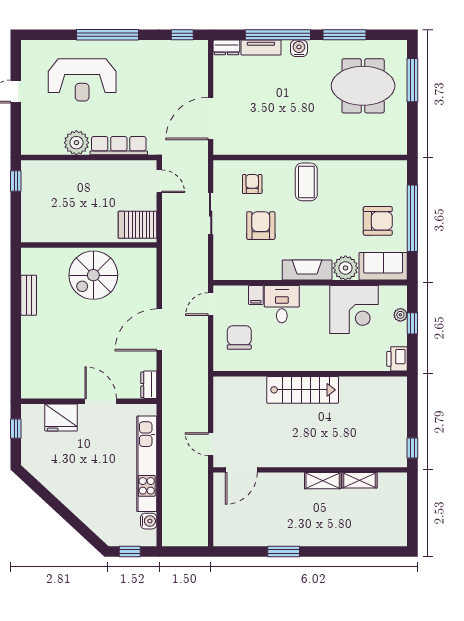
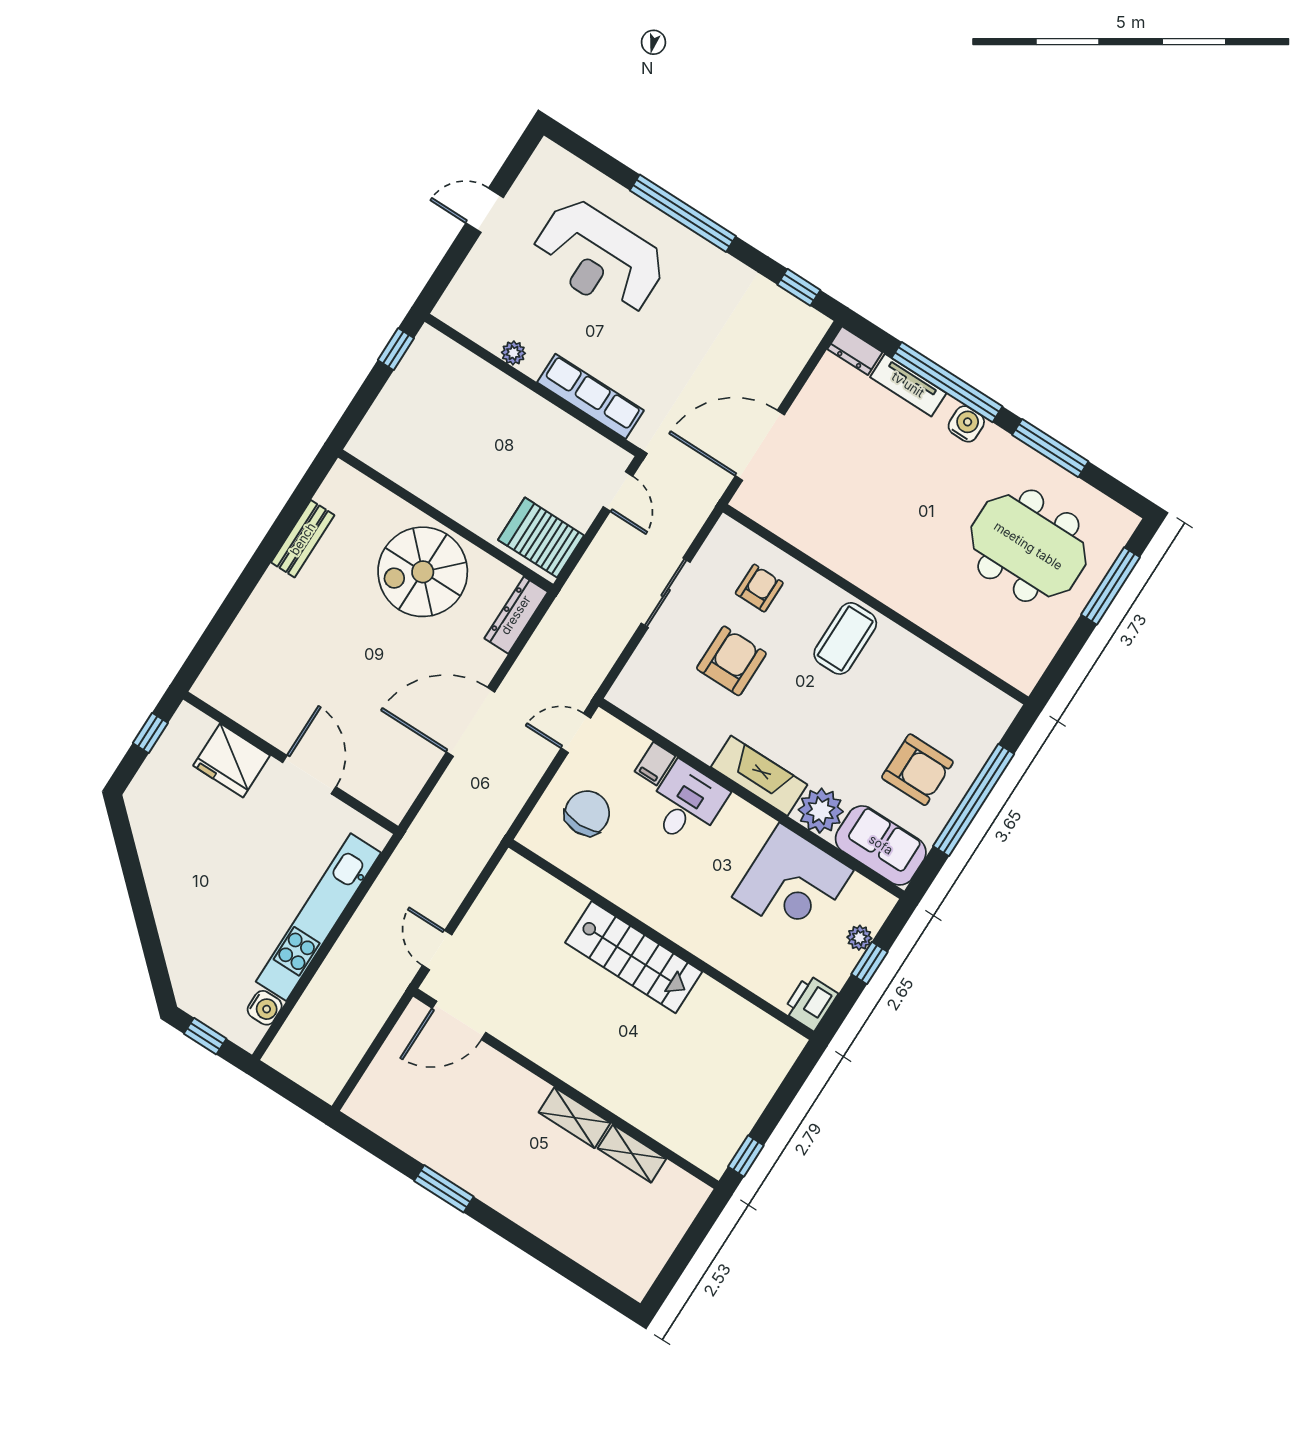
plant: (76, 143) -> (513, 353), width x0.53, depth x0.53
dresser: (149, 385) -> (516, 615), moved, width x1.44

